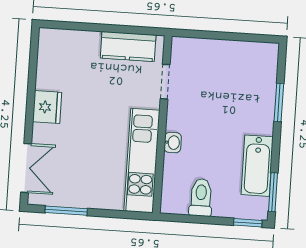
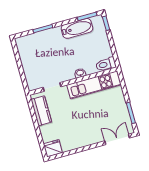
fridge: (47, 107) -> (53, 148), moved
toilet: (201, 198) -> (106, 64), moved

